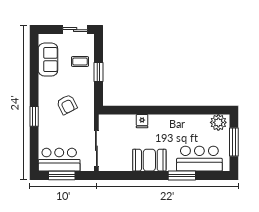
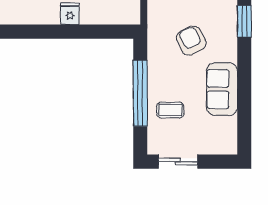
sofa: (48, 60) -> (222, 89), moved
window: (99, 72) -> (140, 93), width x2.11

